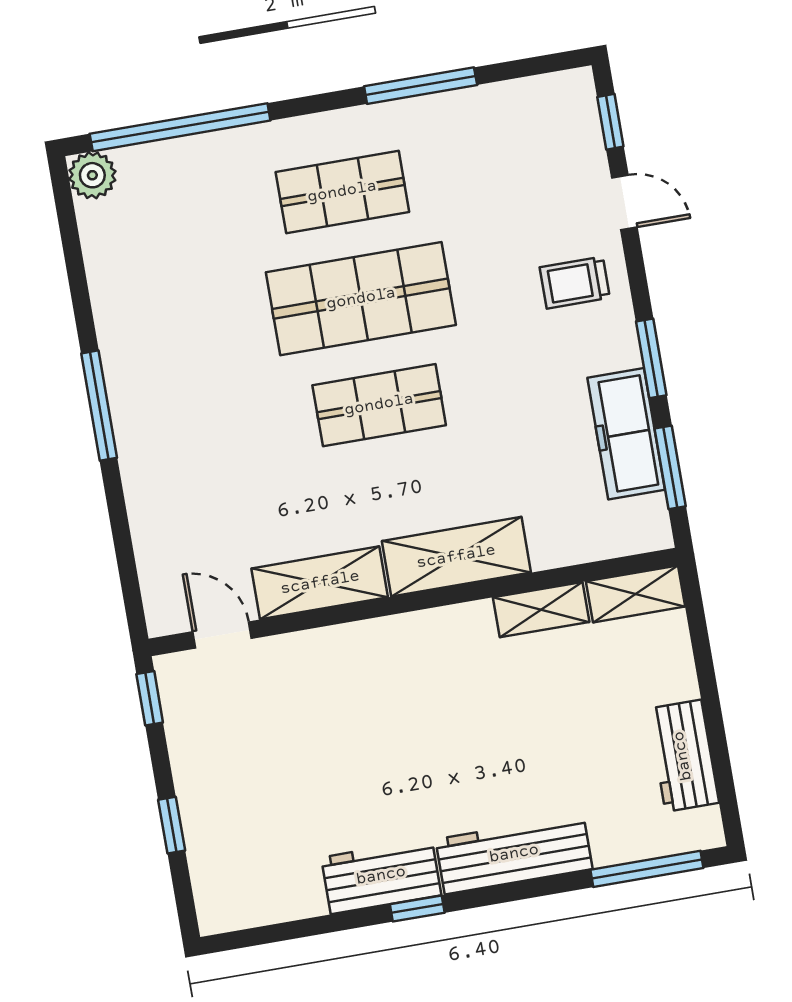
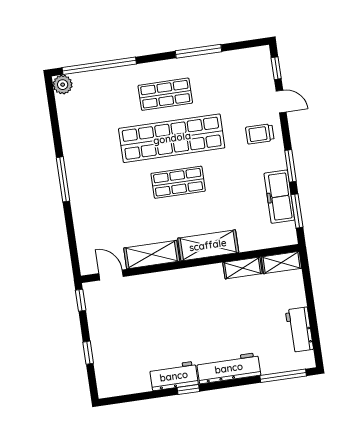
shop shelf: (361, 299) -> (172, 138), width x1.40

